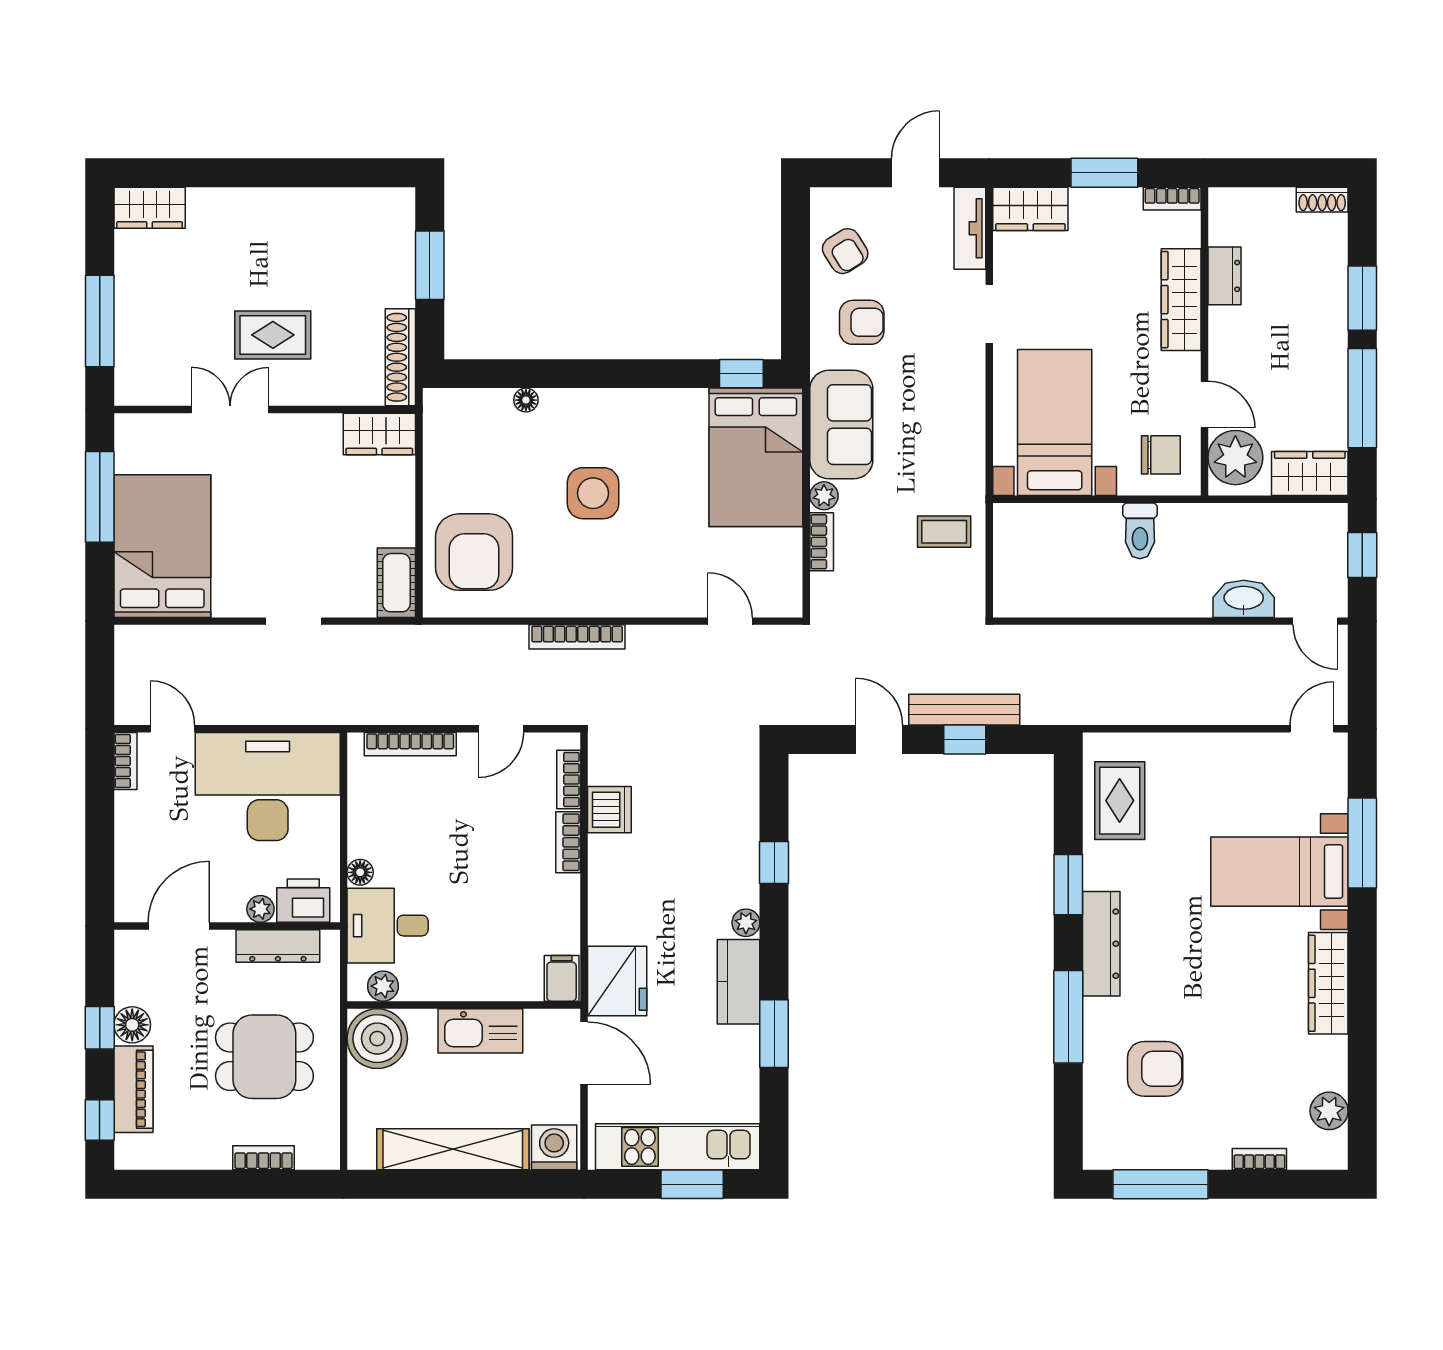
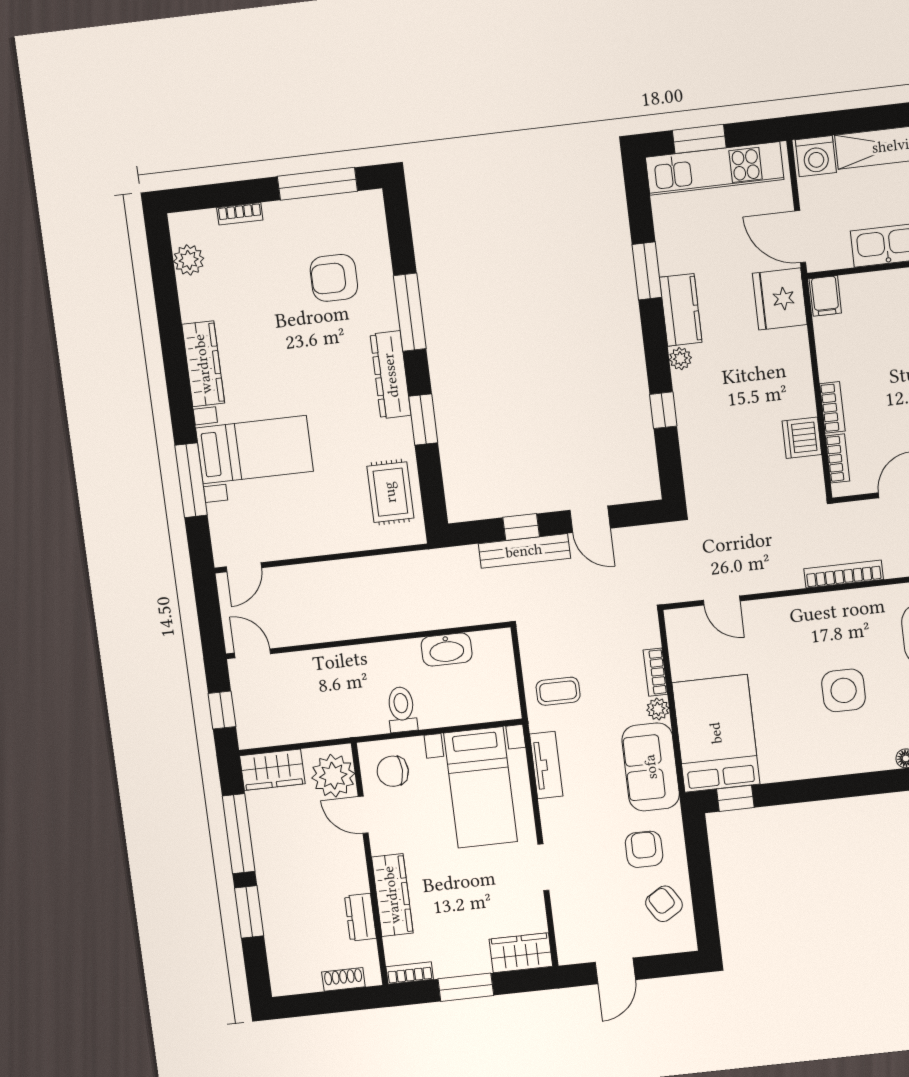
shoe rack: (1322, 200) -> (343, 979), moved
tv unit: (970, 228) -> (546, 765), moved
armchair: (862, 322) -> (644, 849), turned 90
washbasin: (1244, 599) -> (447, 650), moved

